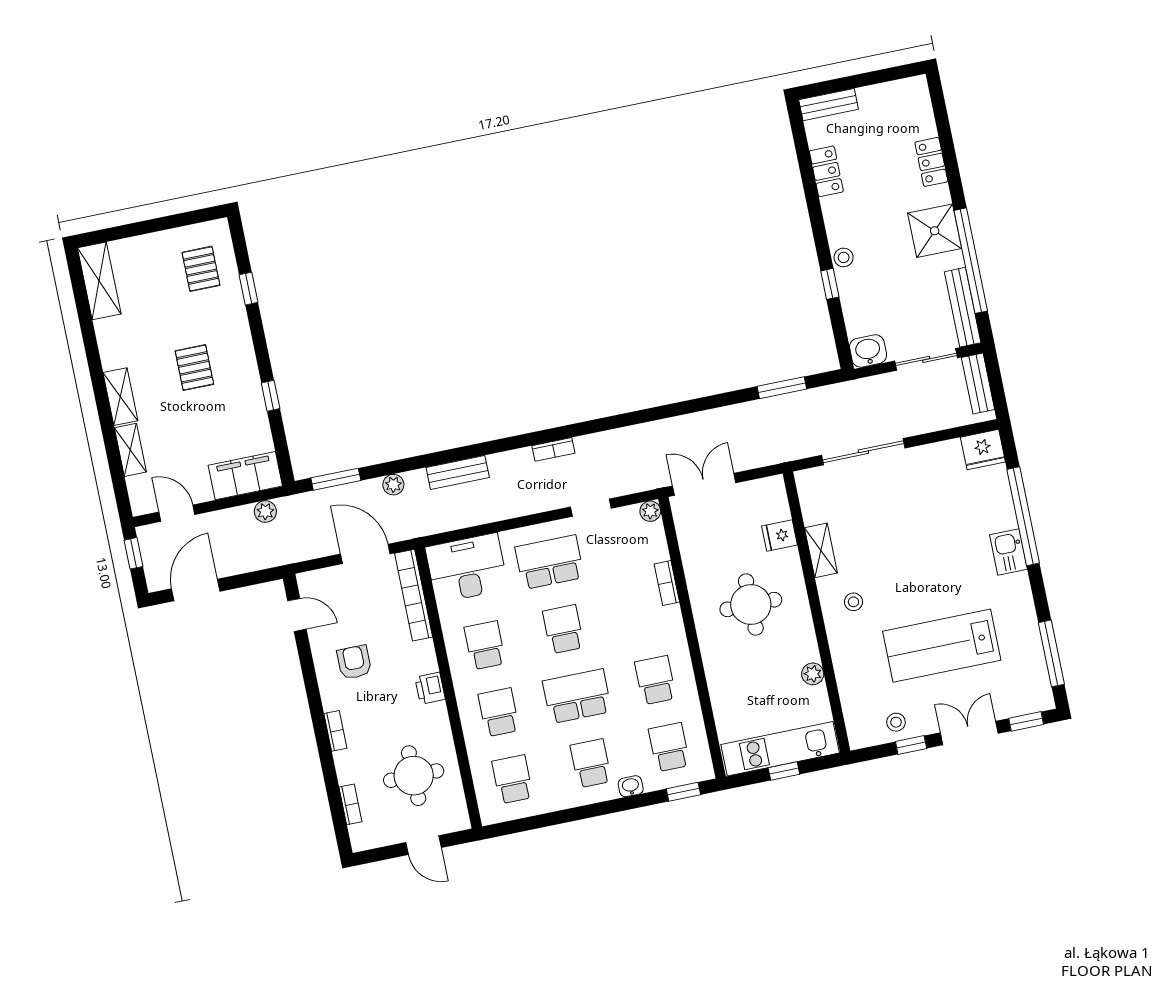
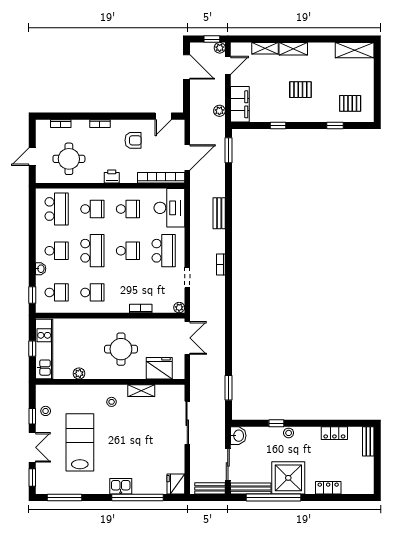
shower: (935, 231) -> (288, 478), width x1.37, depth x1.37
plant: (393, 485) -> (220, 48), moved
fridge: (780, 535) -> (159, 368), width x1.88, depth x1.34
school desk: (512, 779) -> (57, 209), width x1.85

